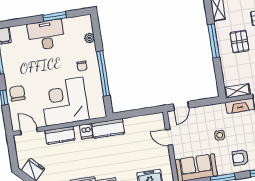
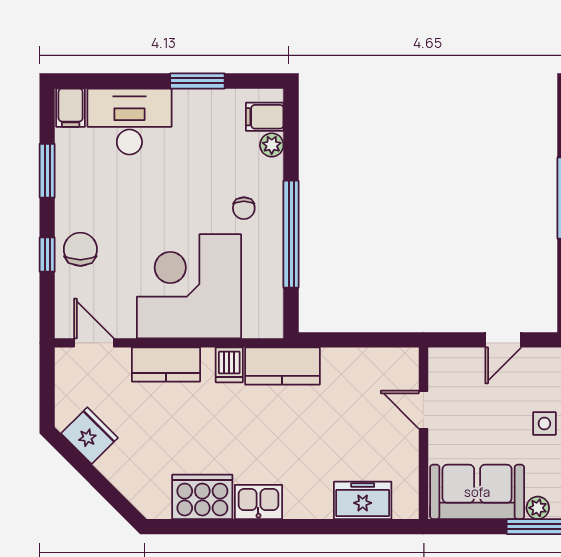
filing cabinet: (85, 27) -> (265, 117), added
desk: (46, 35) -> (129, 122), moved
door: (181, 106) -> (503, 340), moved
plant: (222, 170) -> (538, 508), added

